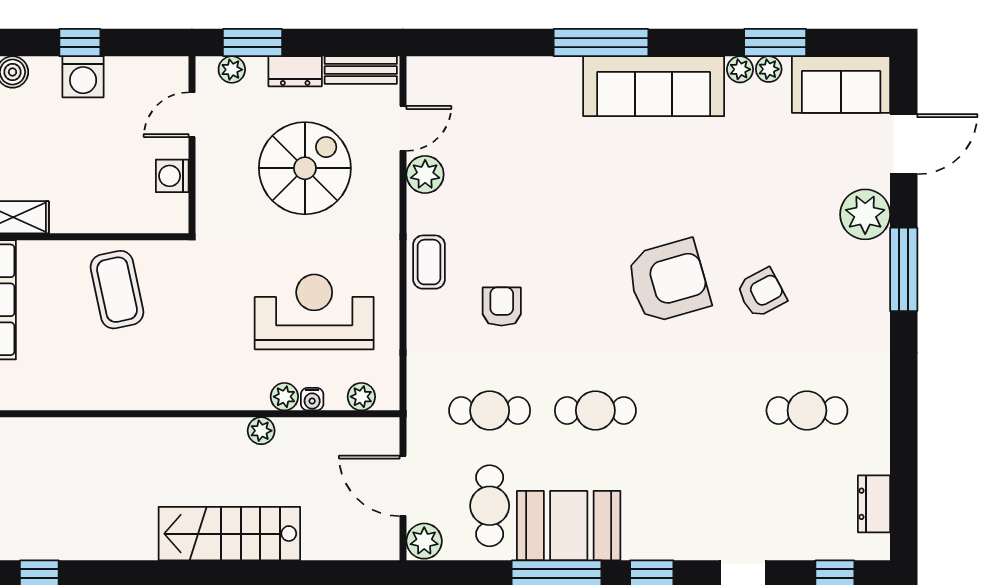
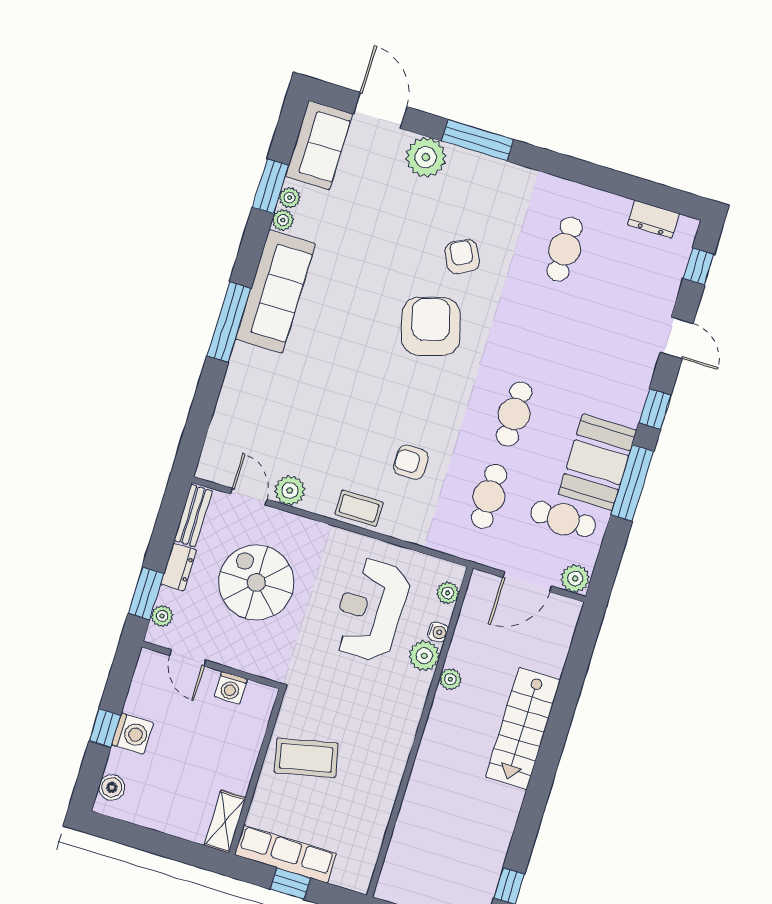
plant: (284, 397) -> (424, 656), width x1.38, depth x1.38

